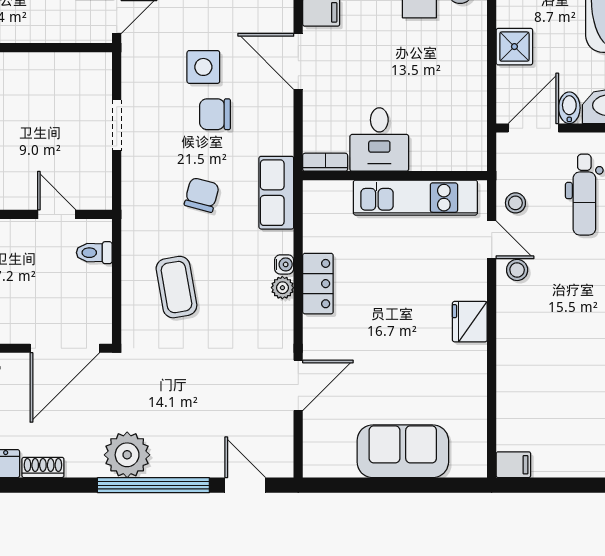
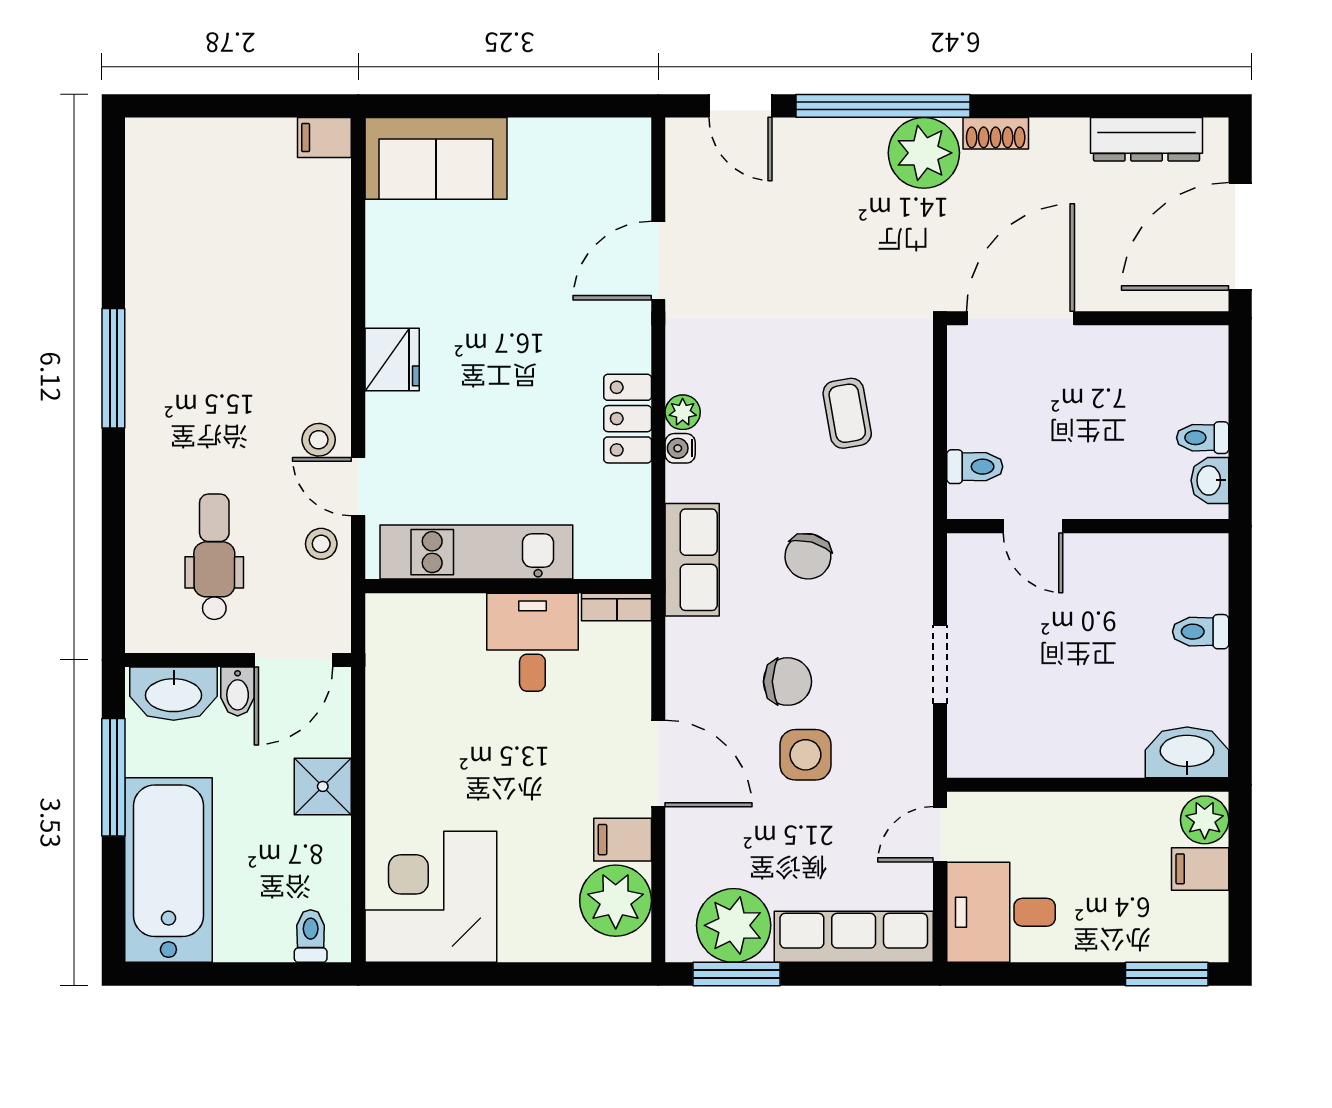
coffee table: (176, 287) -> (847, 413), width x0.73, depth x0.77
sofa: (403, 451) -> (436, 158), moved
shoe rack: (43, 467) -> (996, 133), moved

